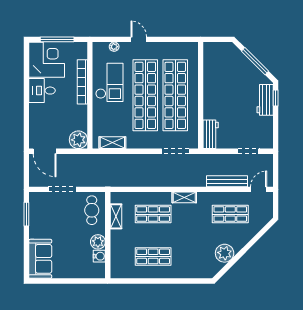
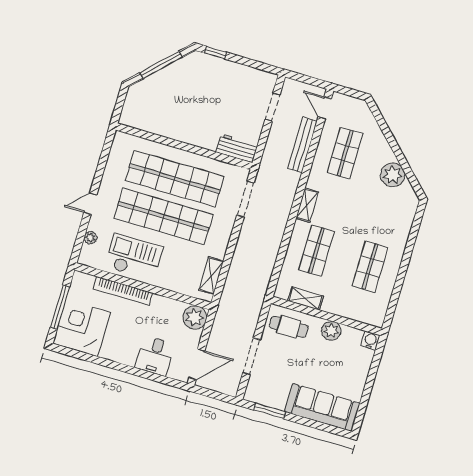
desk: (42, 91) -> (155, 356), moved
workbench: (265, 100) -> (214, 67), removed
water cooler: (99, 256) -> (370, 340), moved
sofa: (40, 259) -> (322, 407), width x1.36

